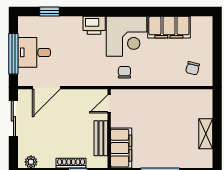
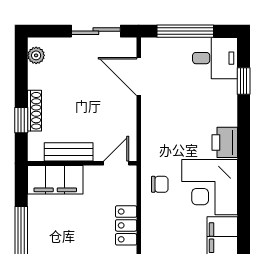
desk: (34, 52) -> (215, 58), moved, turned 90
locker: (154, 97) -> (126, 225), added
door: (109, 104) -> (116, 163), hinge flipped

